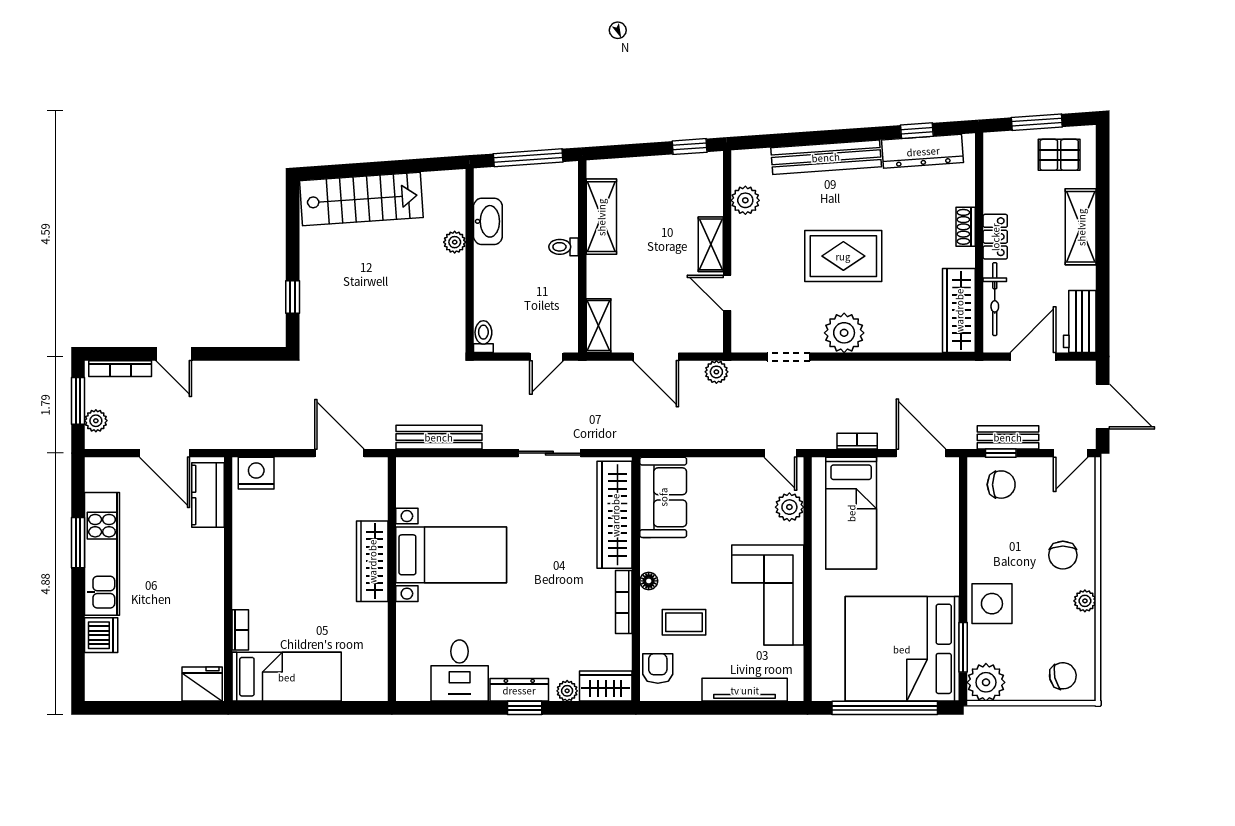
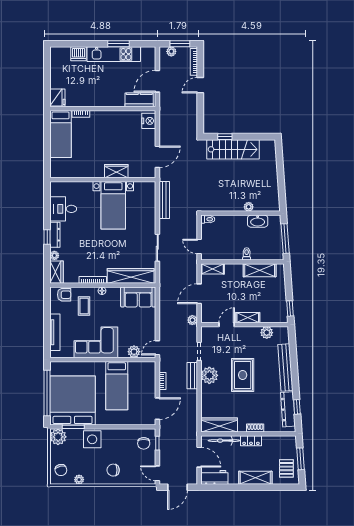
stairs: (361, 199) -> (233, 149), moved, turned -86
bench: (1008, 437) -> (192, 376), moved
bed: (851, 513) -> (117, 386), moved, turned -90
wardrobe: (372, 561) -> (116, 171), width x0.67
plant: (1085, 601) -> (79, 480), moved

